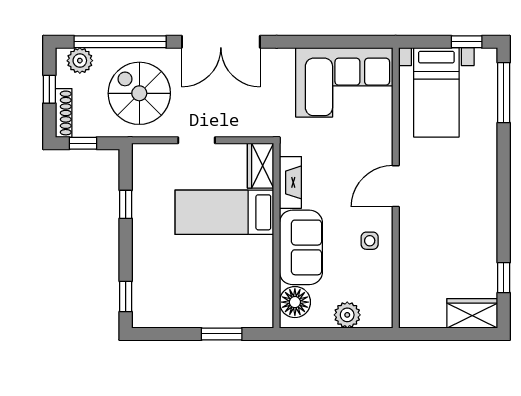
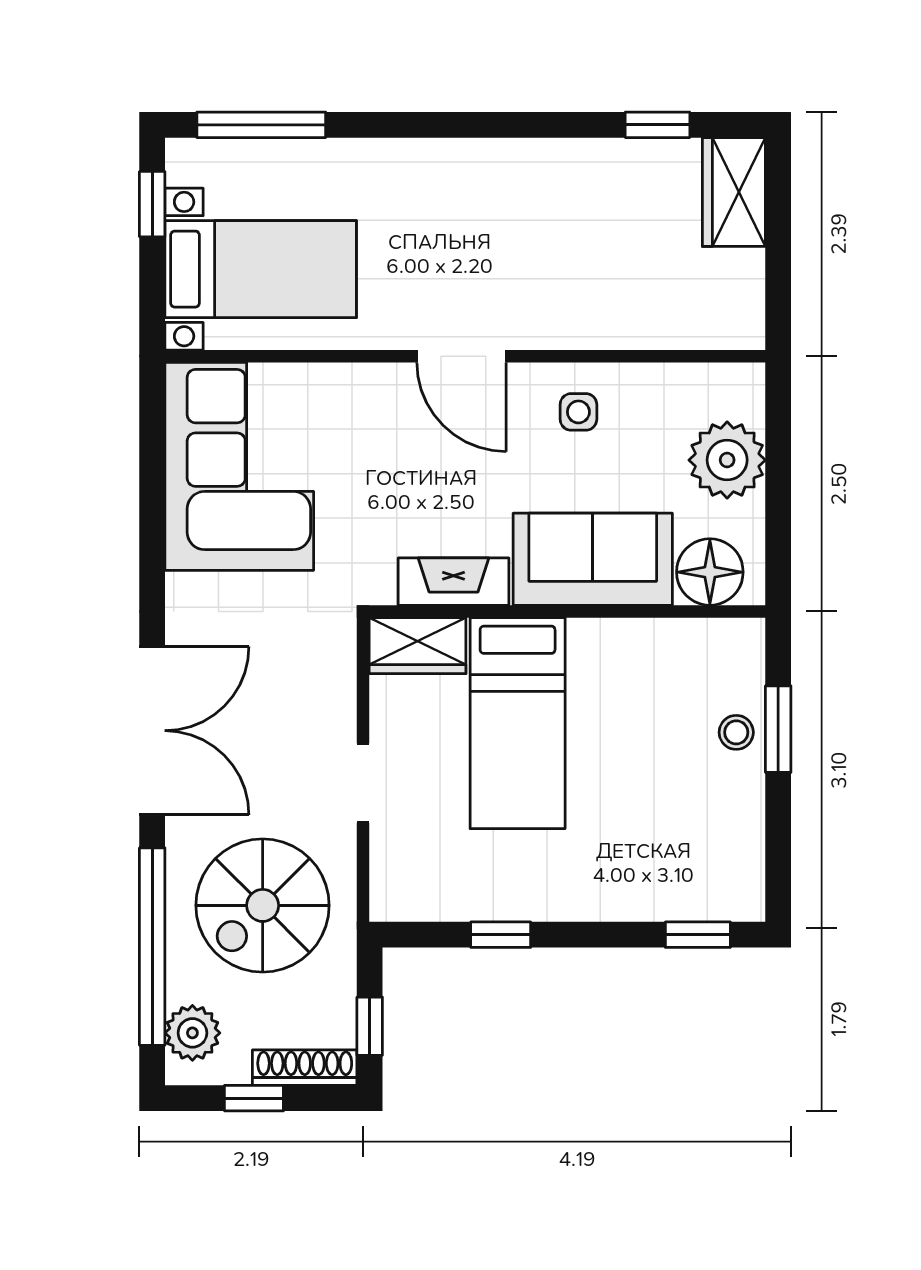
stool: (220, 314) -> (736, 732), added
plant: (347, 315) -> (727, 460), width x1.36, depth x1.36

